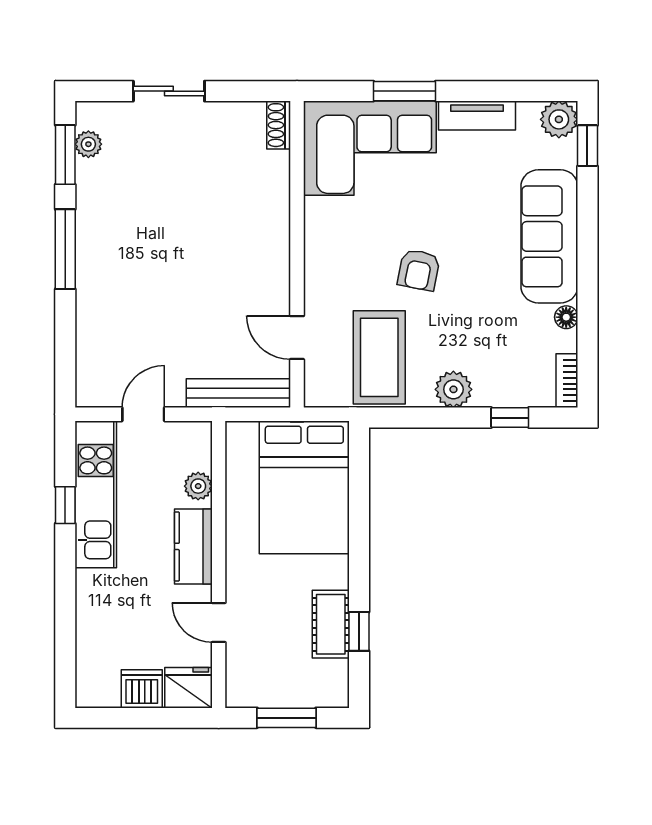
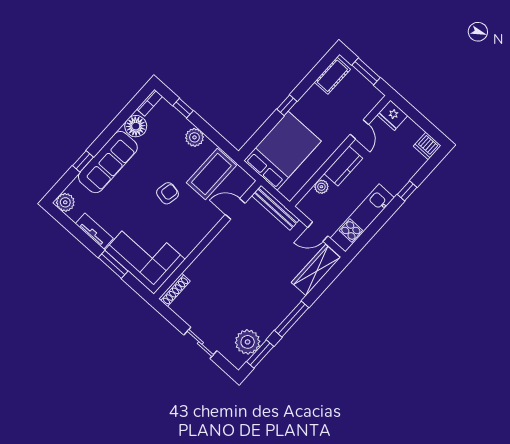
shoe rack: (279, 125) -> (174, 290), width x1.43
plant: (88, 144) -> (248, 342), width x1.87, depth x1.87
window: (587, 146) -> (83, 161), moved
floor lamp: (566, 317) -> (136, 126), width x1.89, depth x1.89
door: (297, 338) -> (235, 209), swing flipped
wardrobe: (95, 355) -> (316, 270), added
window: (65, 505) -> (407, 191), moved
cot: (331, 624) -> (332, 76), moved
window: (359, 631) -> (287, 105), moved
dishwasher: (142, 689) -> (427, 146), moved

